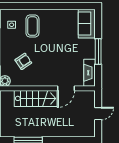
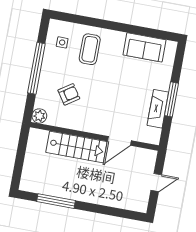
sofa: (87, 24) -> (144, 47), moved, turned -90
fireplace: (90, 73) -> (158, 109), moved

